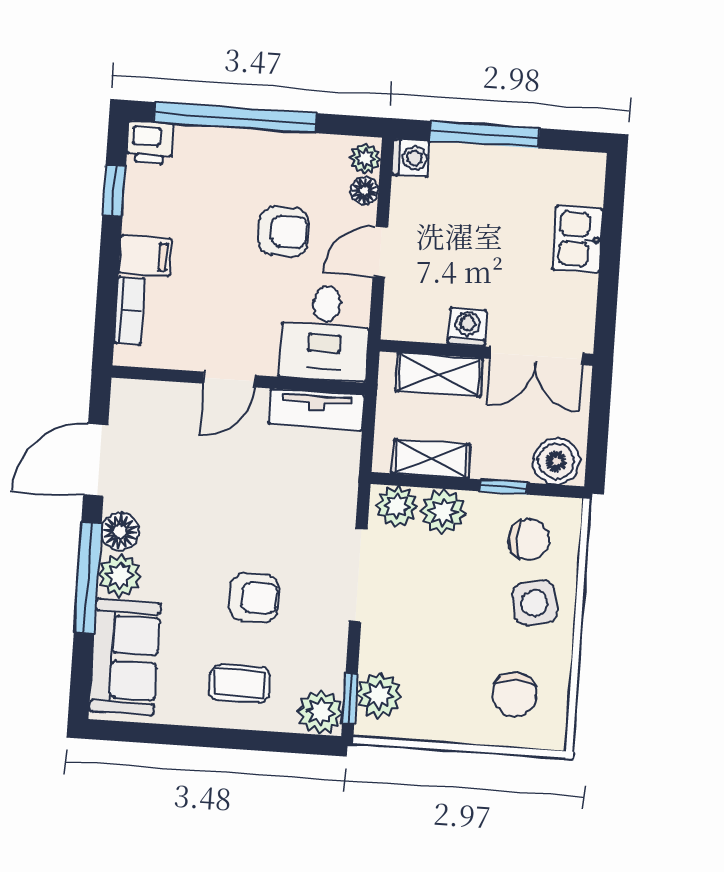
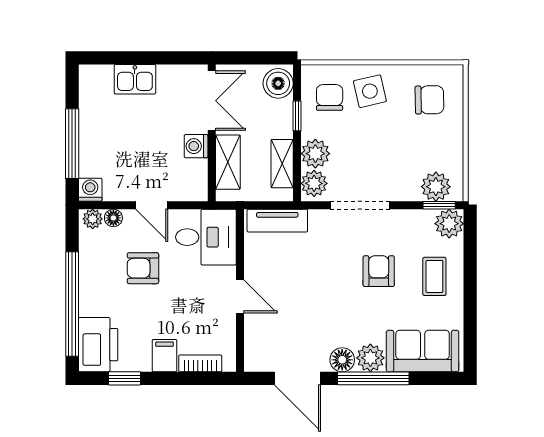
printer: (150, 143) -> (98, 345), width x1.87, depth x1.48
armchair: (283, 231) -> (143, 268), turned -90
tv unit: (316, 409) -> (277, 221), moved, turned 90

